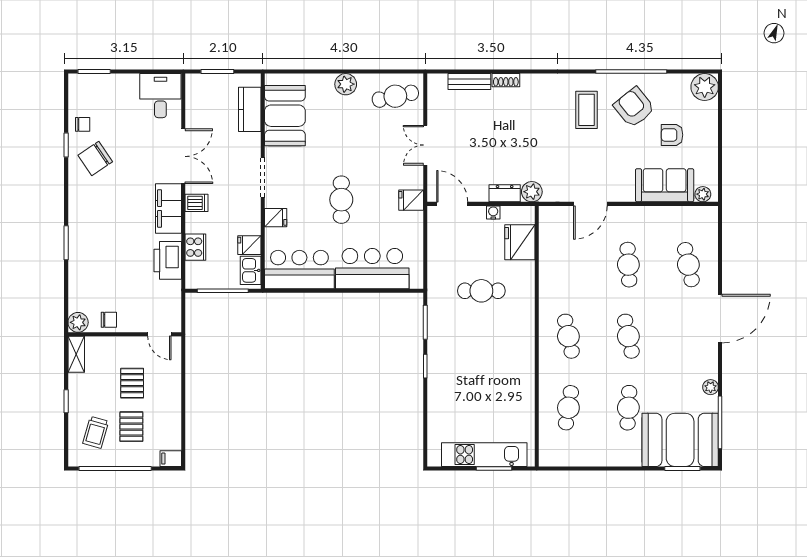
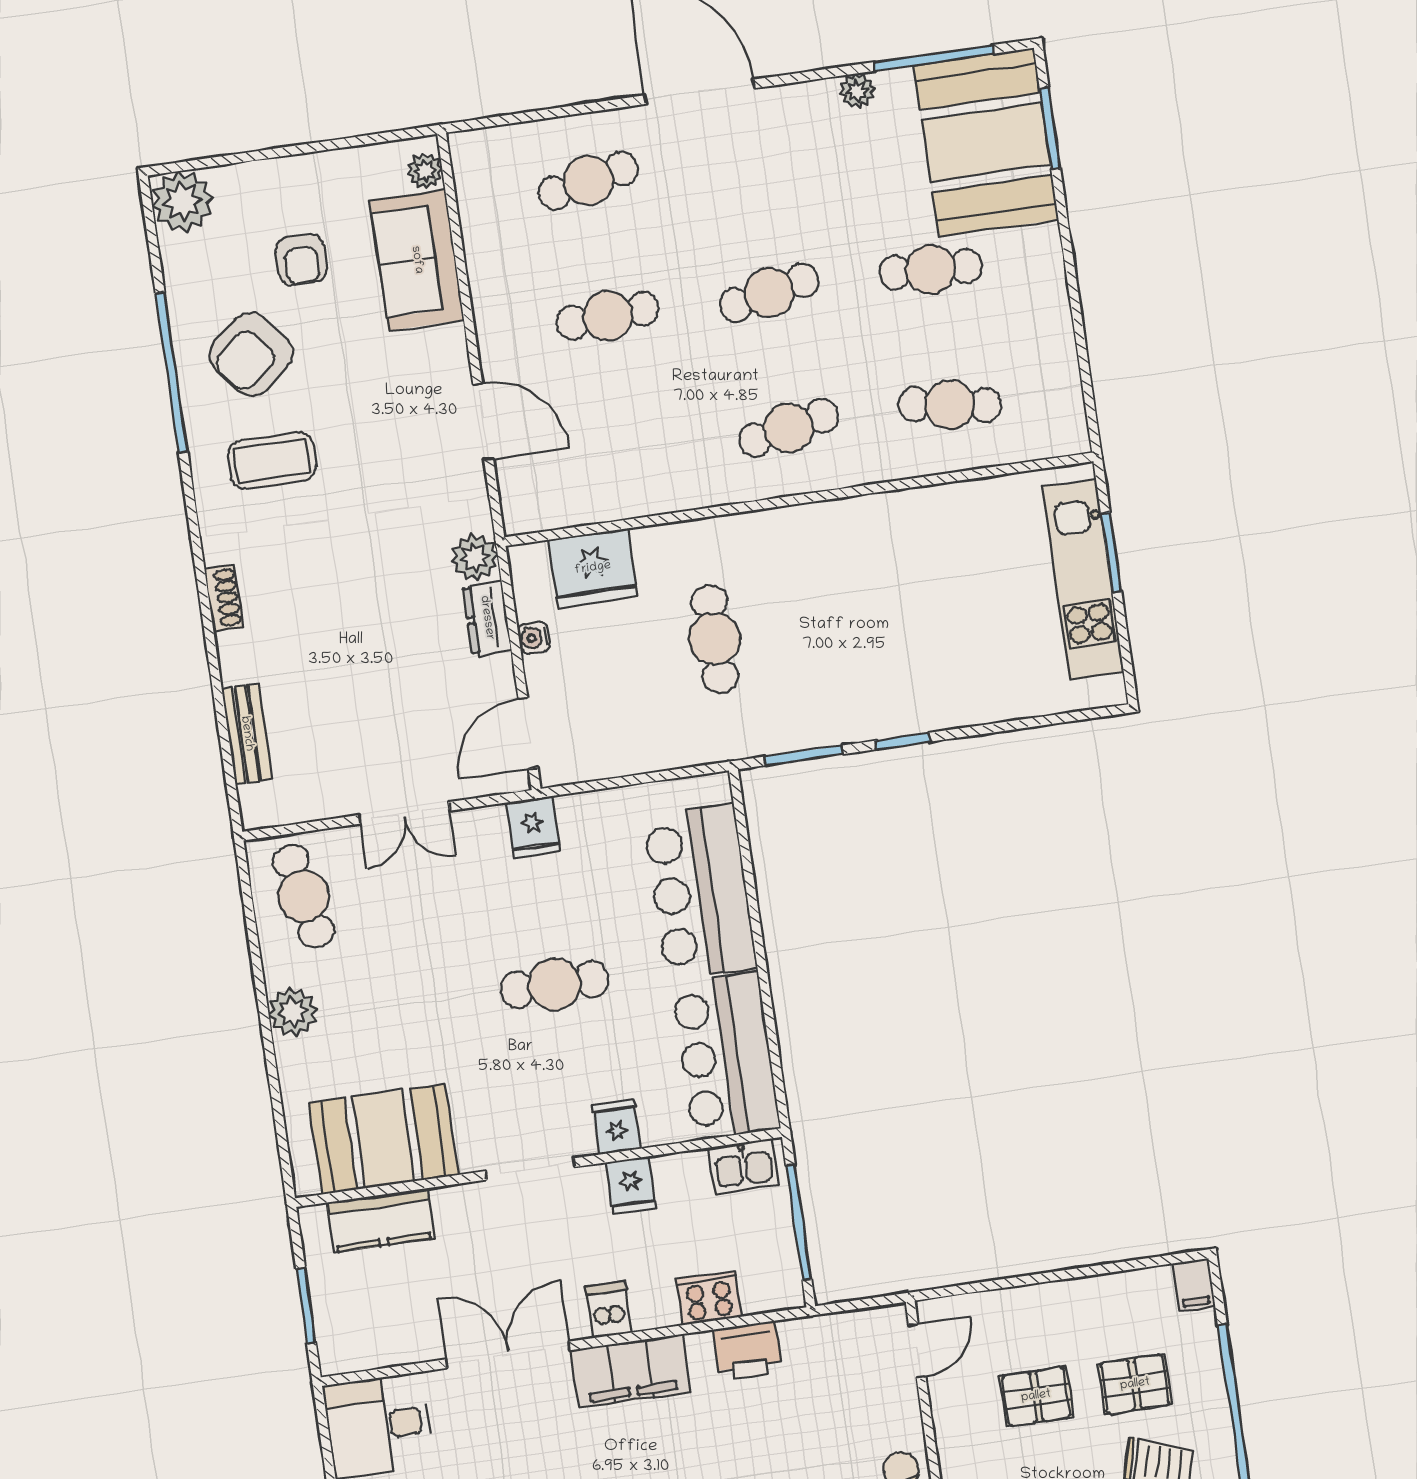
shoe rack: (506, 80) -> (224, 598), moved
fridge: (249, 245) -> (631, 1185), moved
printer: (168, 260) -> (747, 1351), width x0.73, depth x0.84

